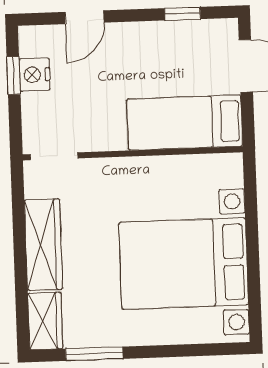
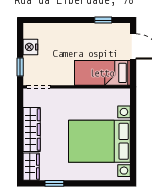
door: (84, 17) -> (56, 20), removed
window: (13, 76) -> (20, 67), moved
window: (94, 354) -> (54, 183), width x0.67

